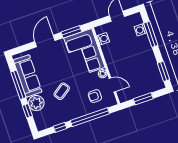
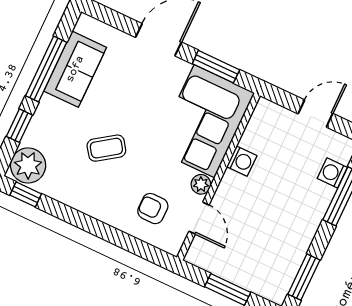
washing machine: (103, 39) -> (242, 161), moved
sofa: (28, 76) -> (75, 69), width x0.73
plant: (36, 103) -> (28, 165), moved
window: (90, 117) -> (111, 235), removed
window: (60, 127) -> (26, 194), moved

